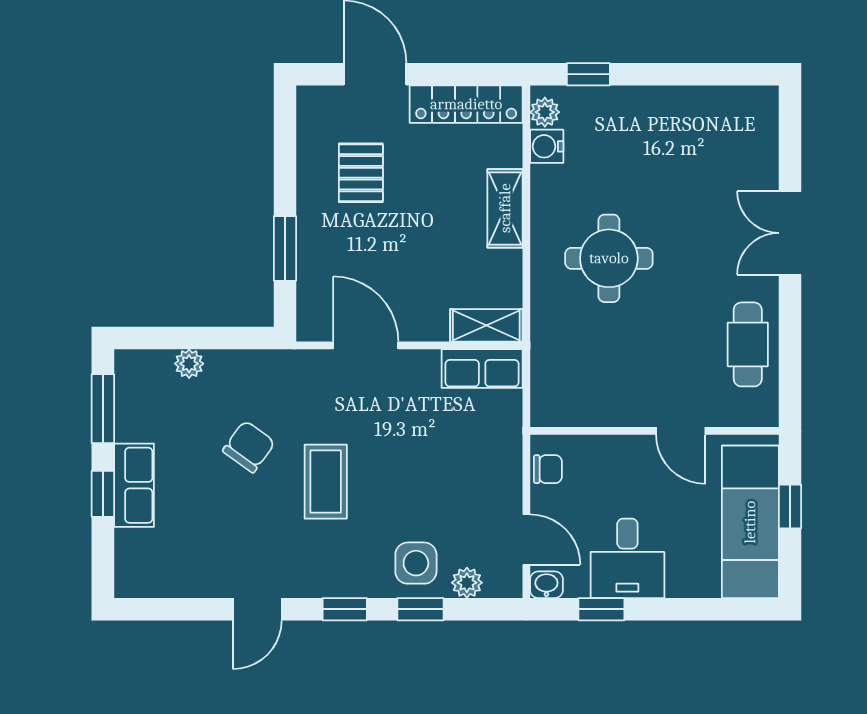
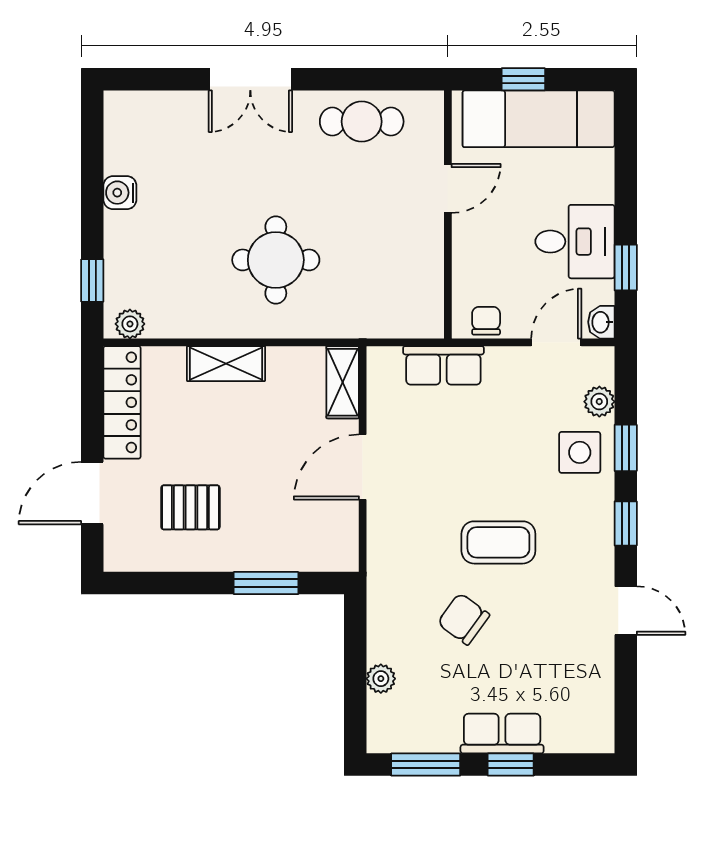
water cooler: (547, 146) -> (120, 193), moved, turned 90
door: (366, 345) -> (363, 467), moved
row of seats: (482, 369) -> (443, 365), moved, turned 90

